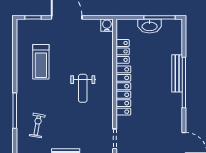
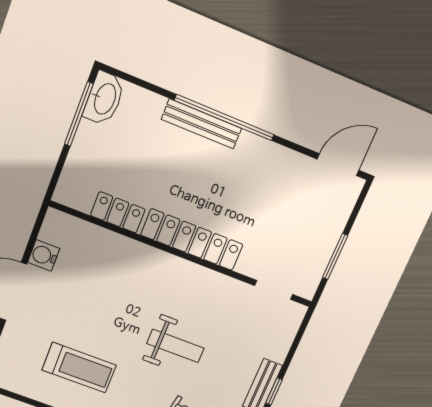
water cooler: (107, 25) -> (44, 255), moved
washbasin: (150, 26) -> (104, 99), moved
weight bench: (83, 88) -> (175, 346), moved

